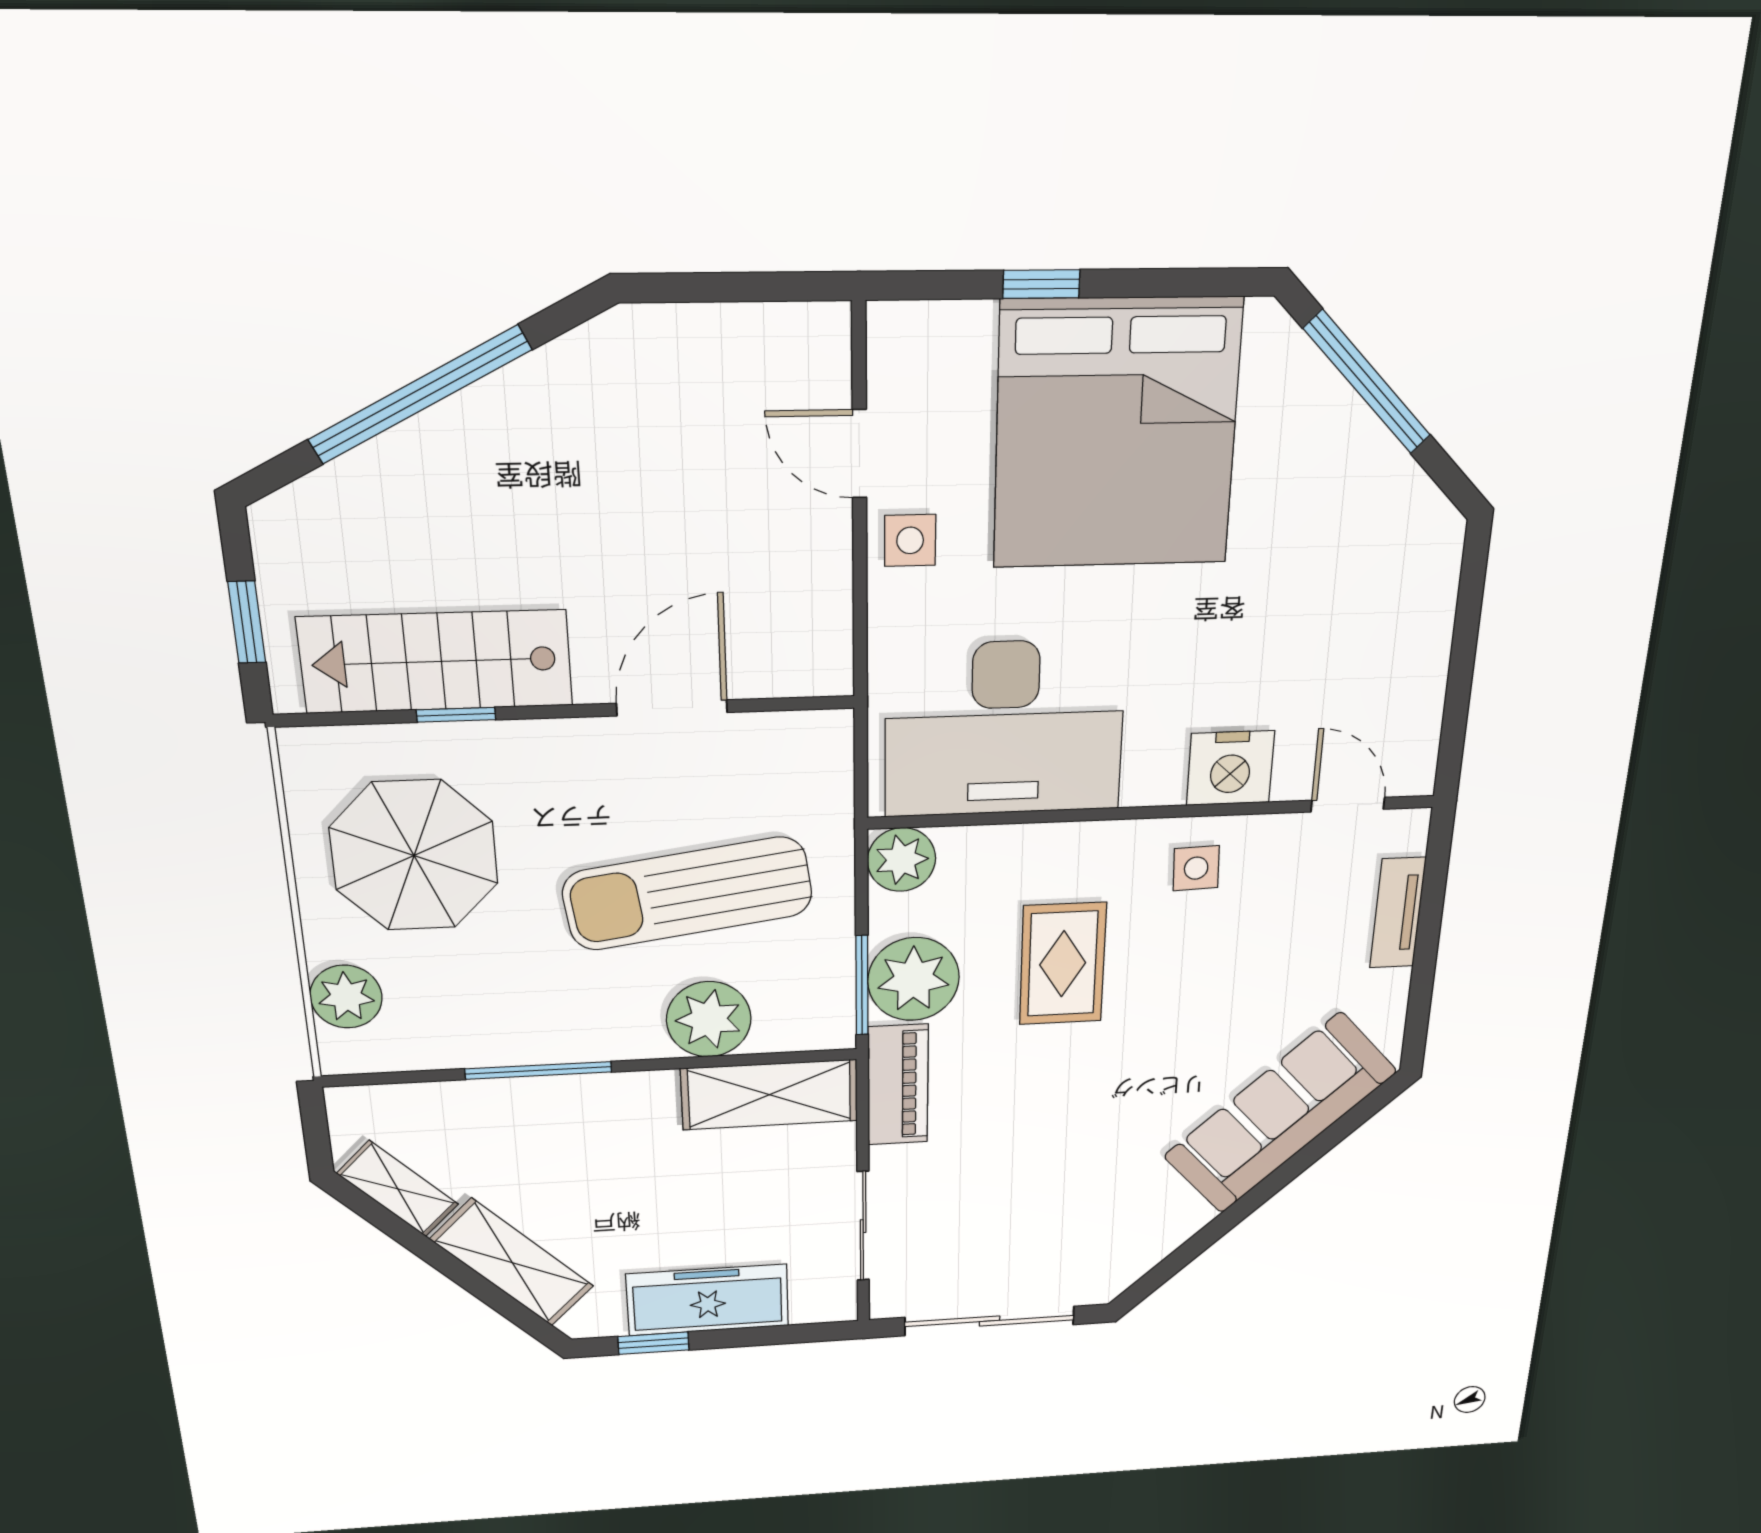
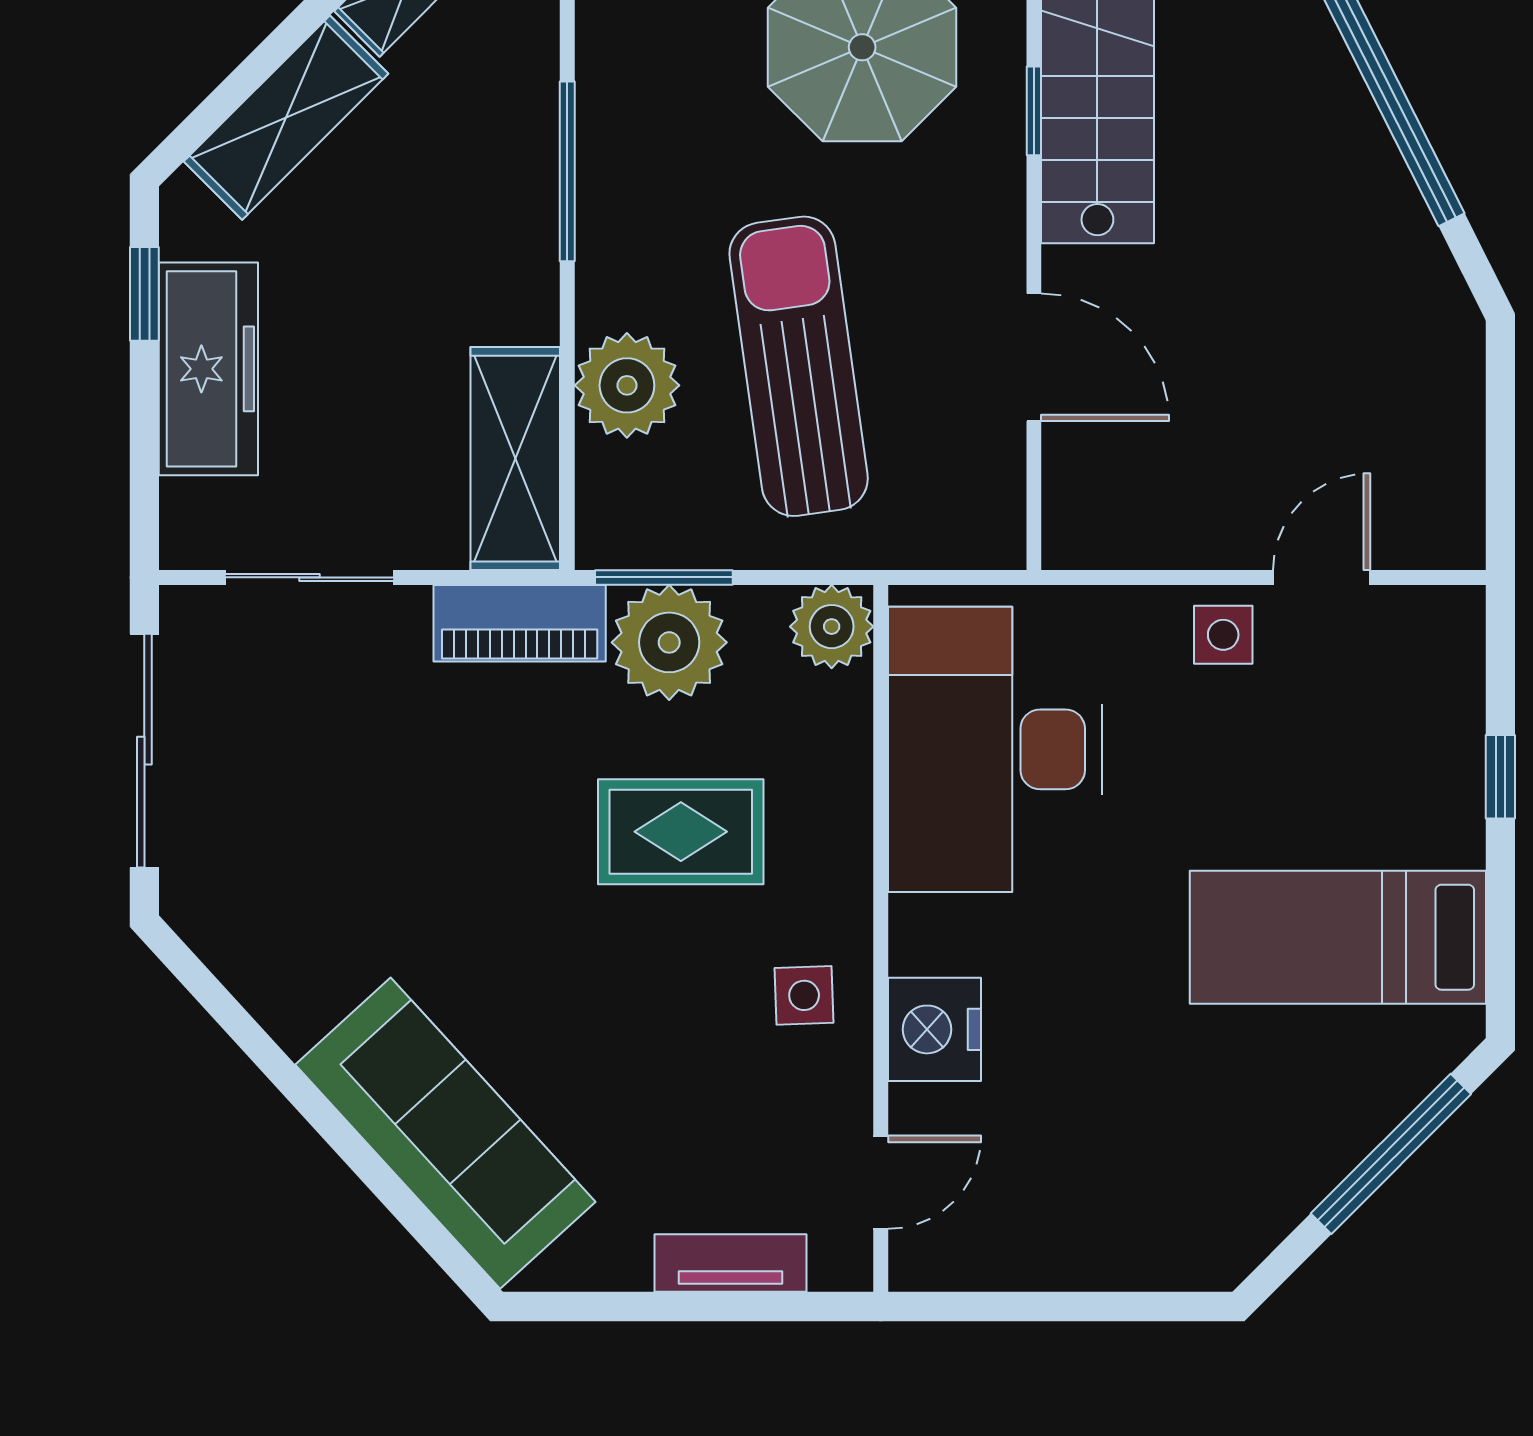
bed: (1116, 434) -> (1338, 937), width x0.49

